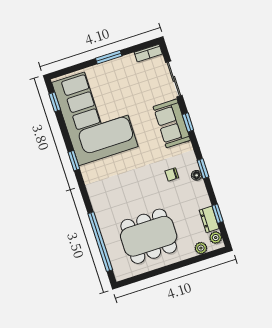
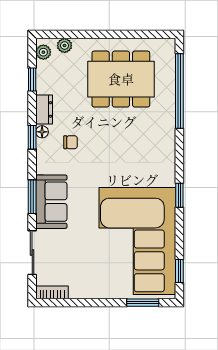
window: (109, 57) -> (143, 303), moved
window: (188, 122) -> (32, 197), width x1.50
dresser: (209, 219) -> (44, 109), moved

